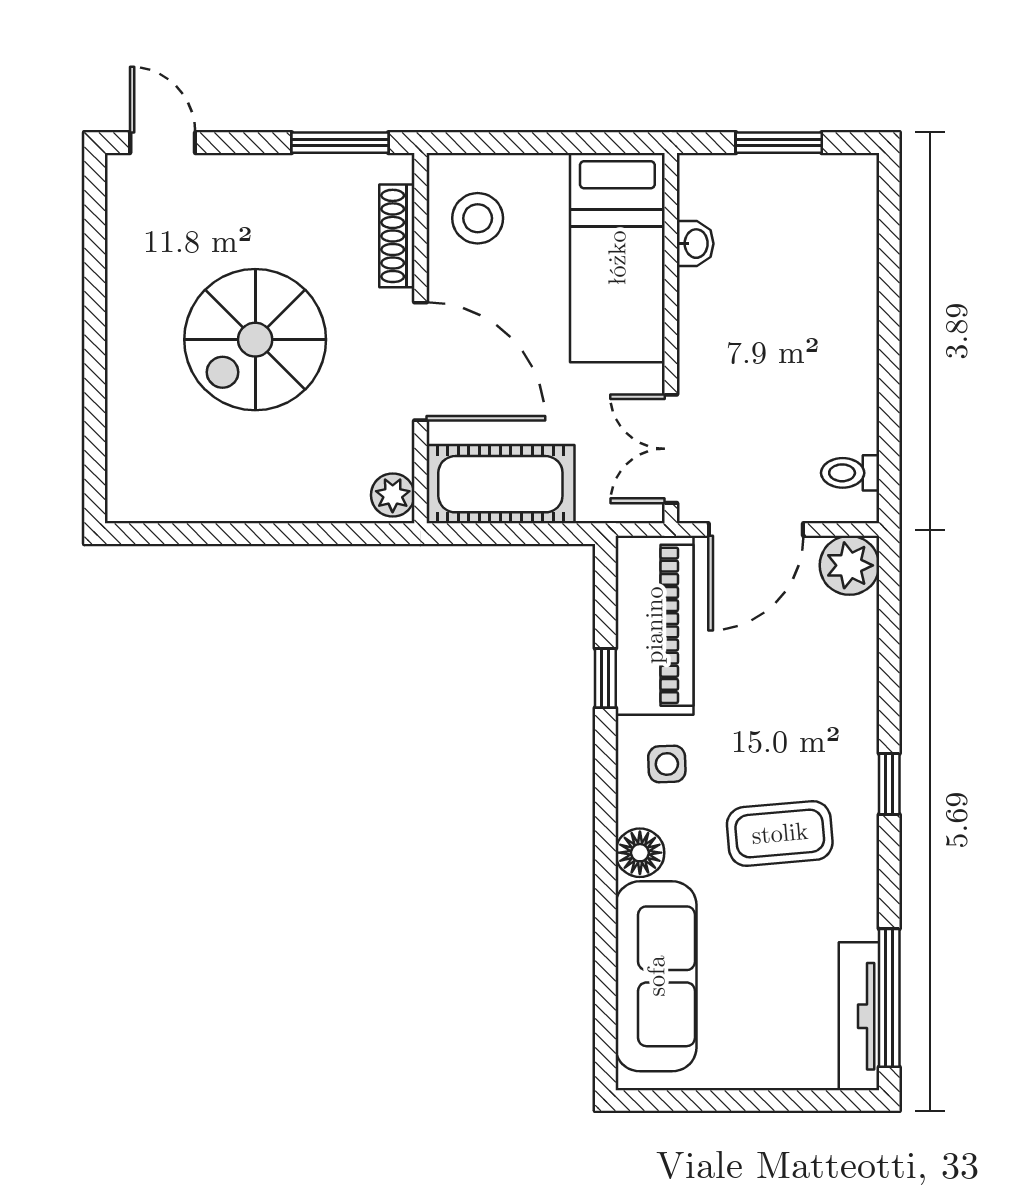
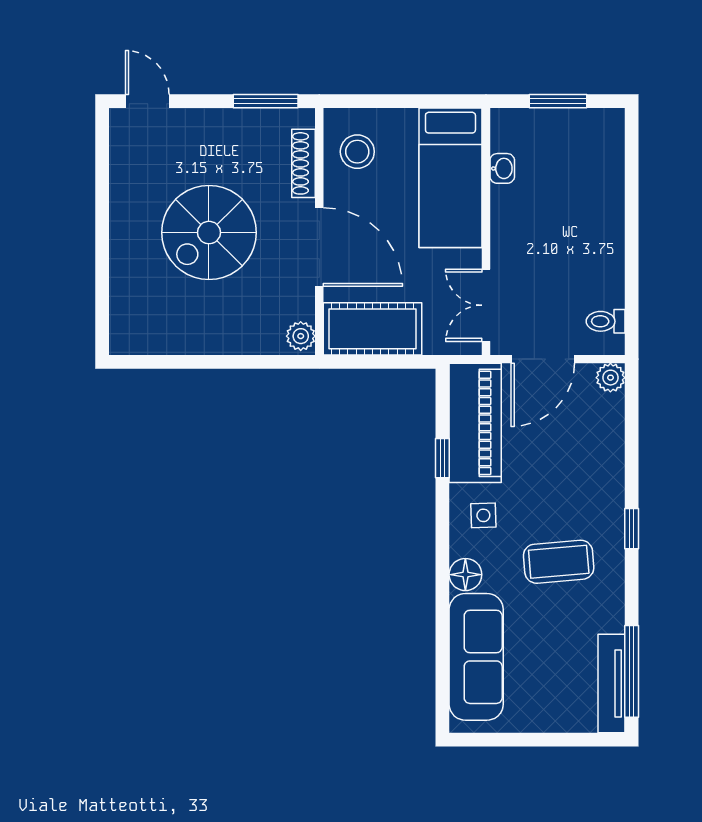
plant: (849, 565) -> (610, 378), width x0.73, depth x0.73

